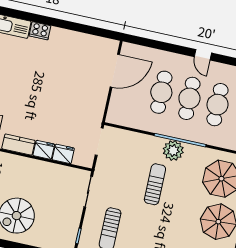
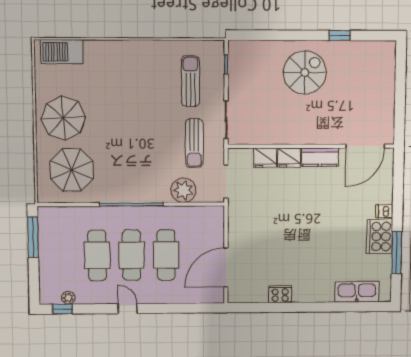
cooker: (40, 31) -> (280, 294), moved
plant: (173, 151) -> (183, 190), moved
sun lounger: (155, 184) -> (194, 143), moved

